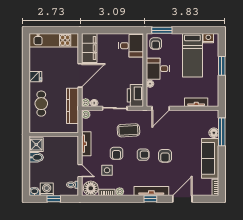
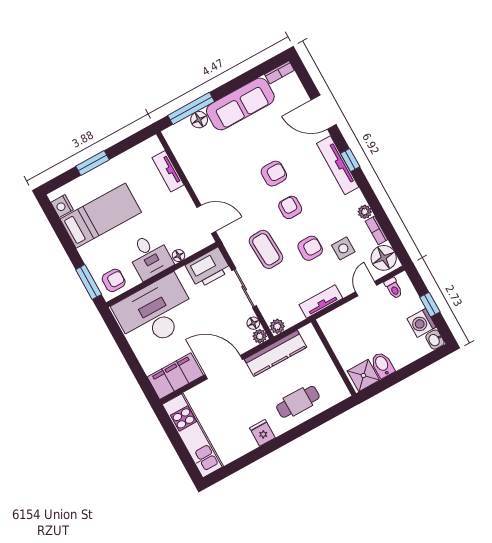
desk: (131, 46) -> (155, 313), width x1.87, depth x1.30

